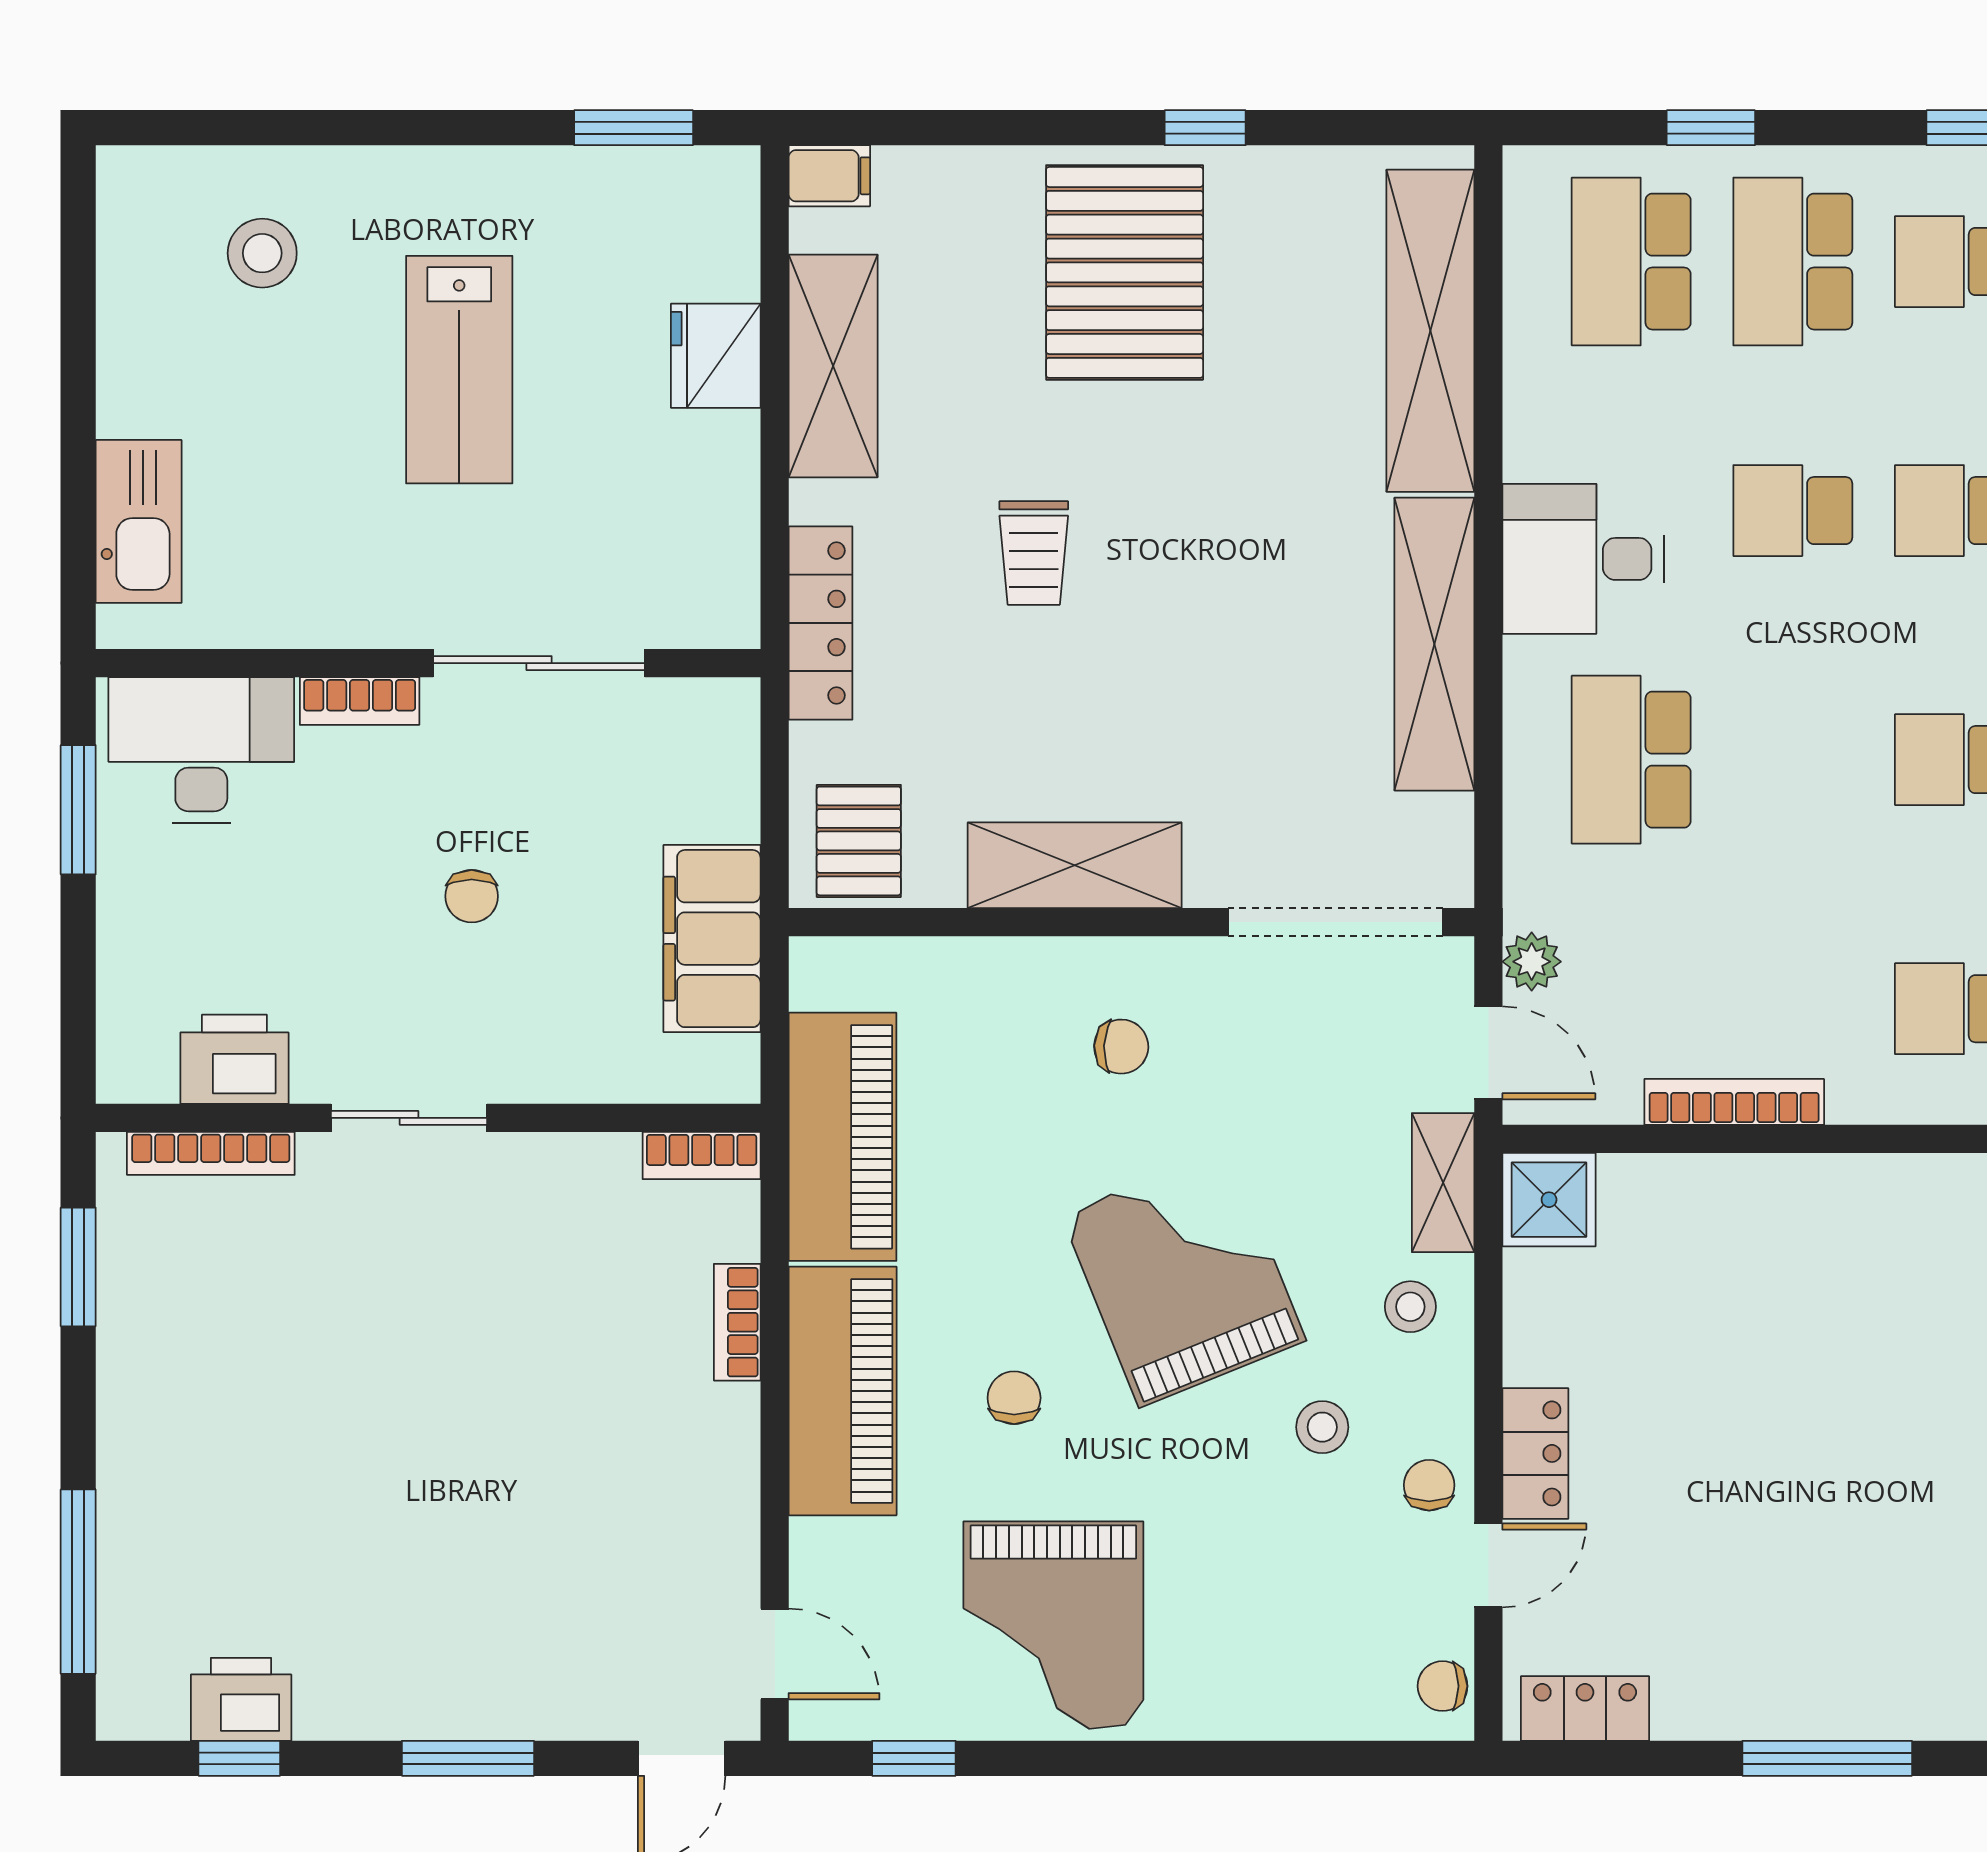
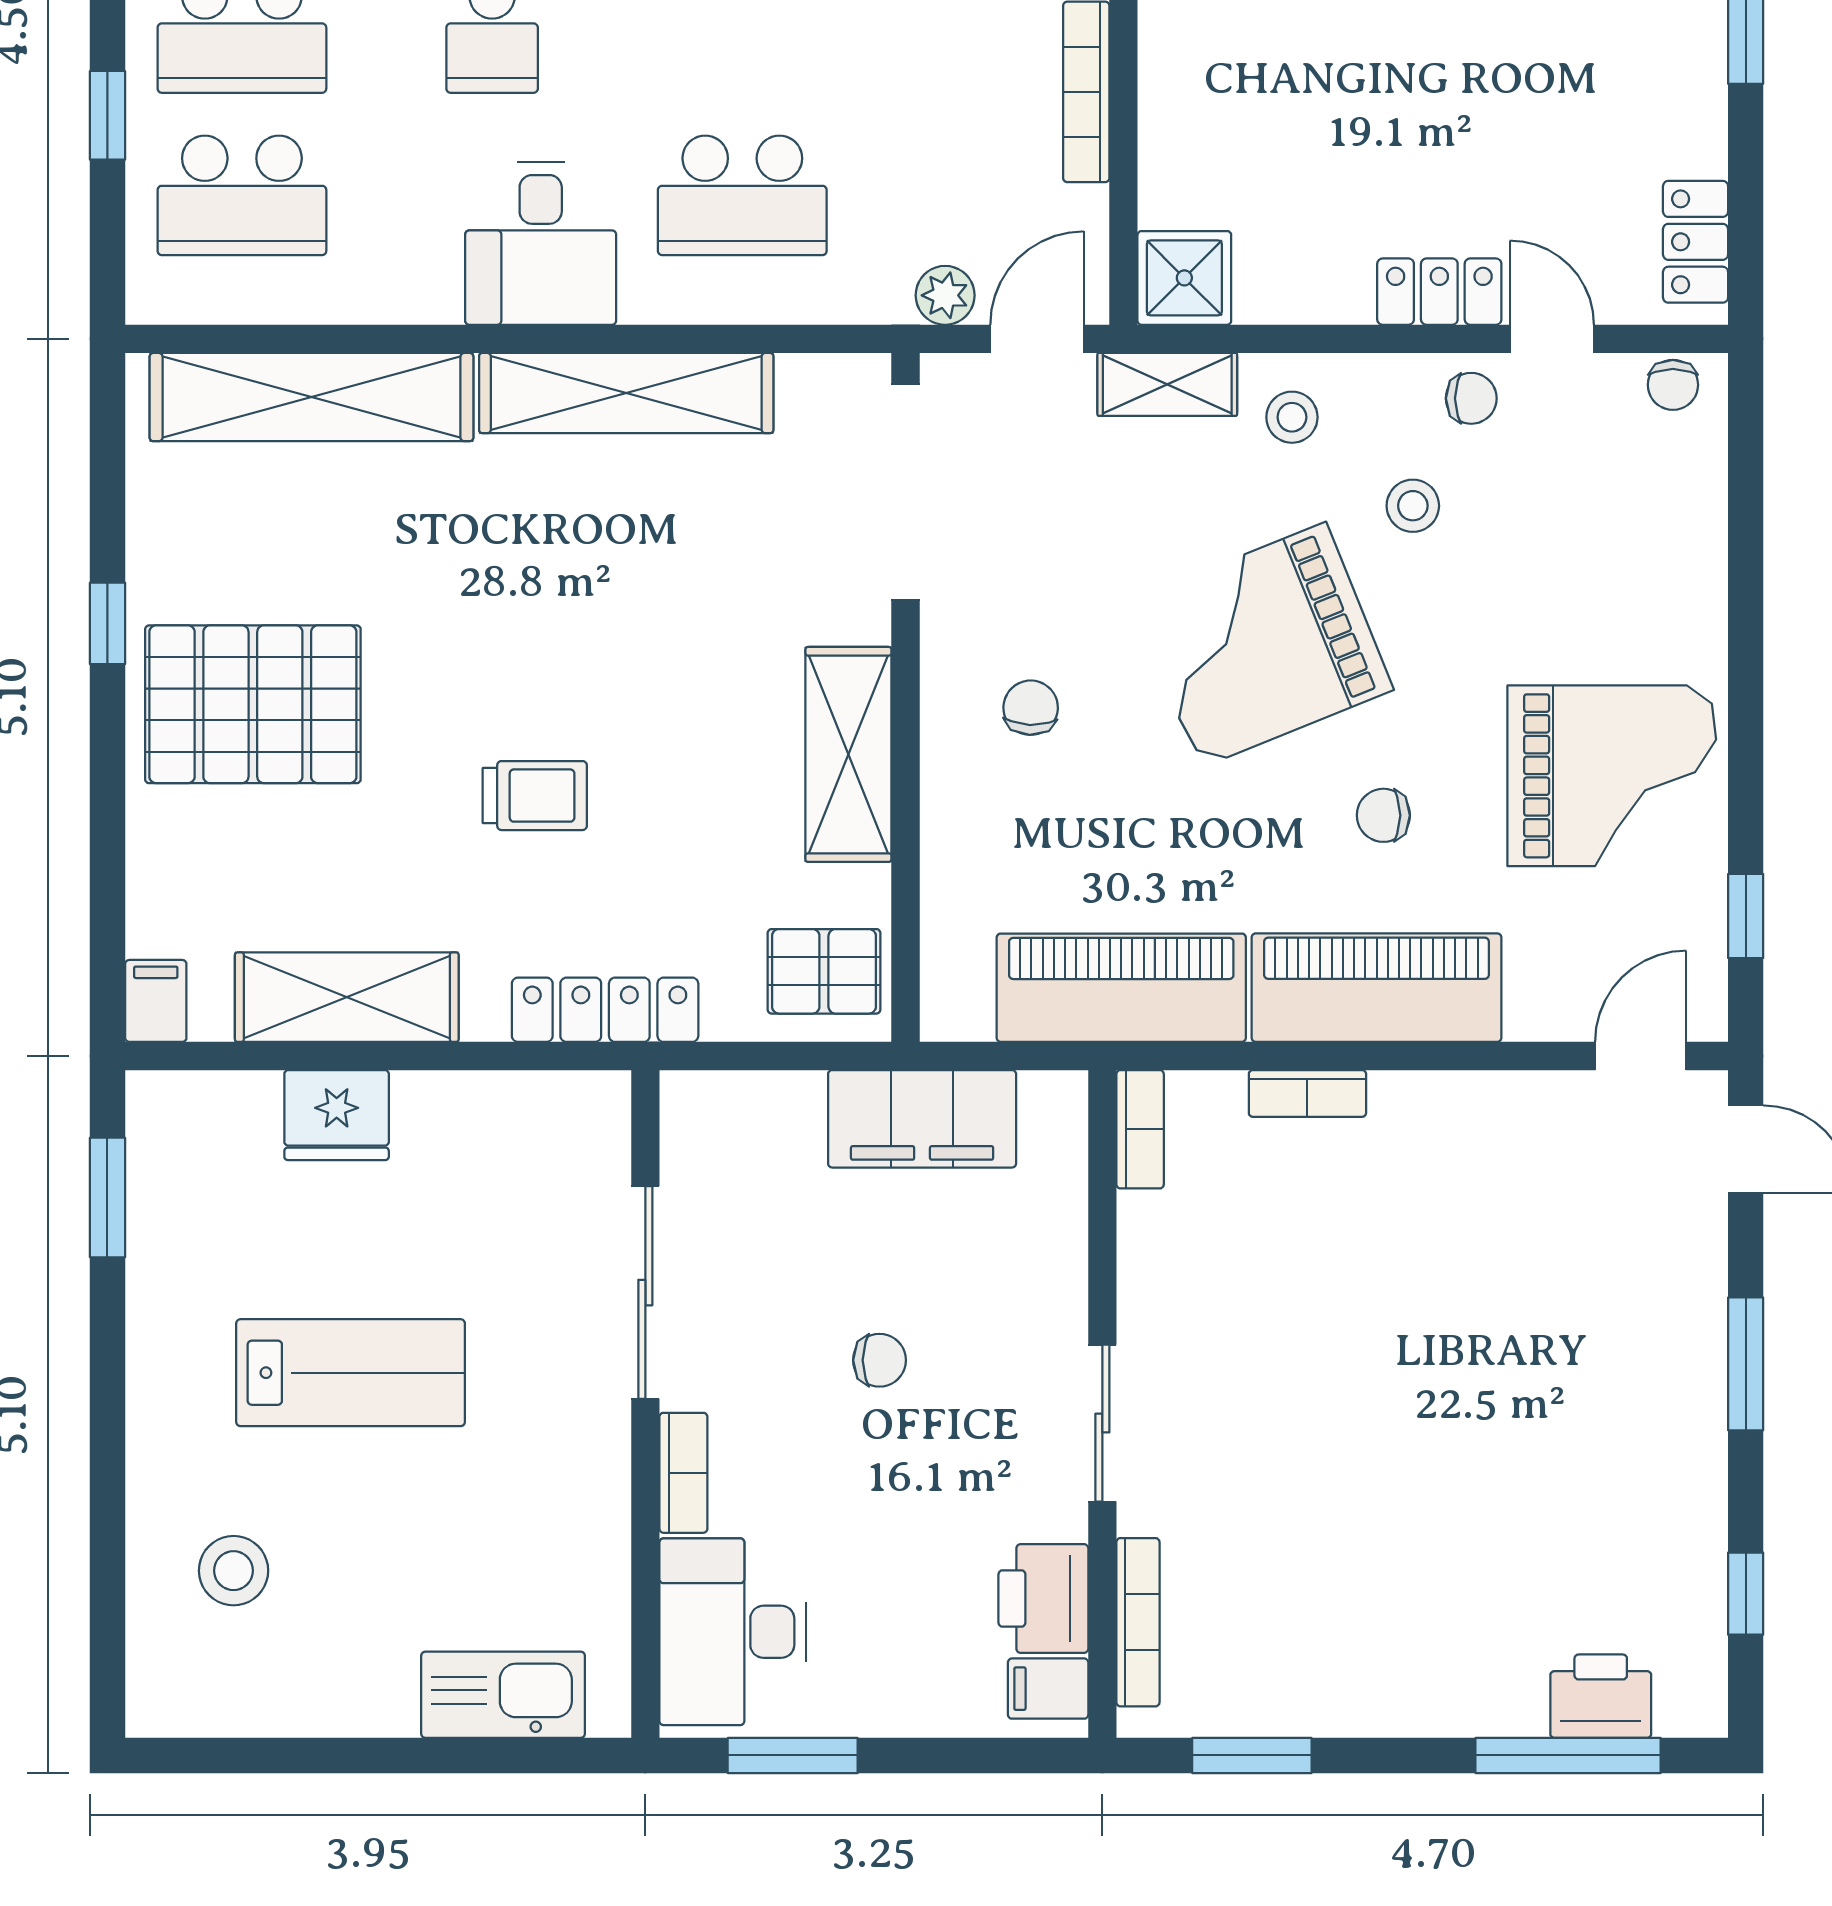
filing cabinet: (145, 1064) -> (1048, 1689), added
chair: (1429, 1485) -> (1471, 398), turned 180
printer: (241, 1699) -> (1601, 1696), moved, turned 90

